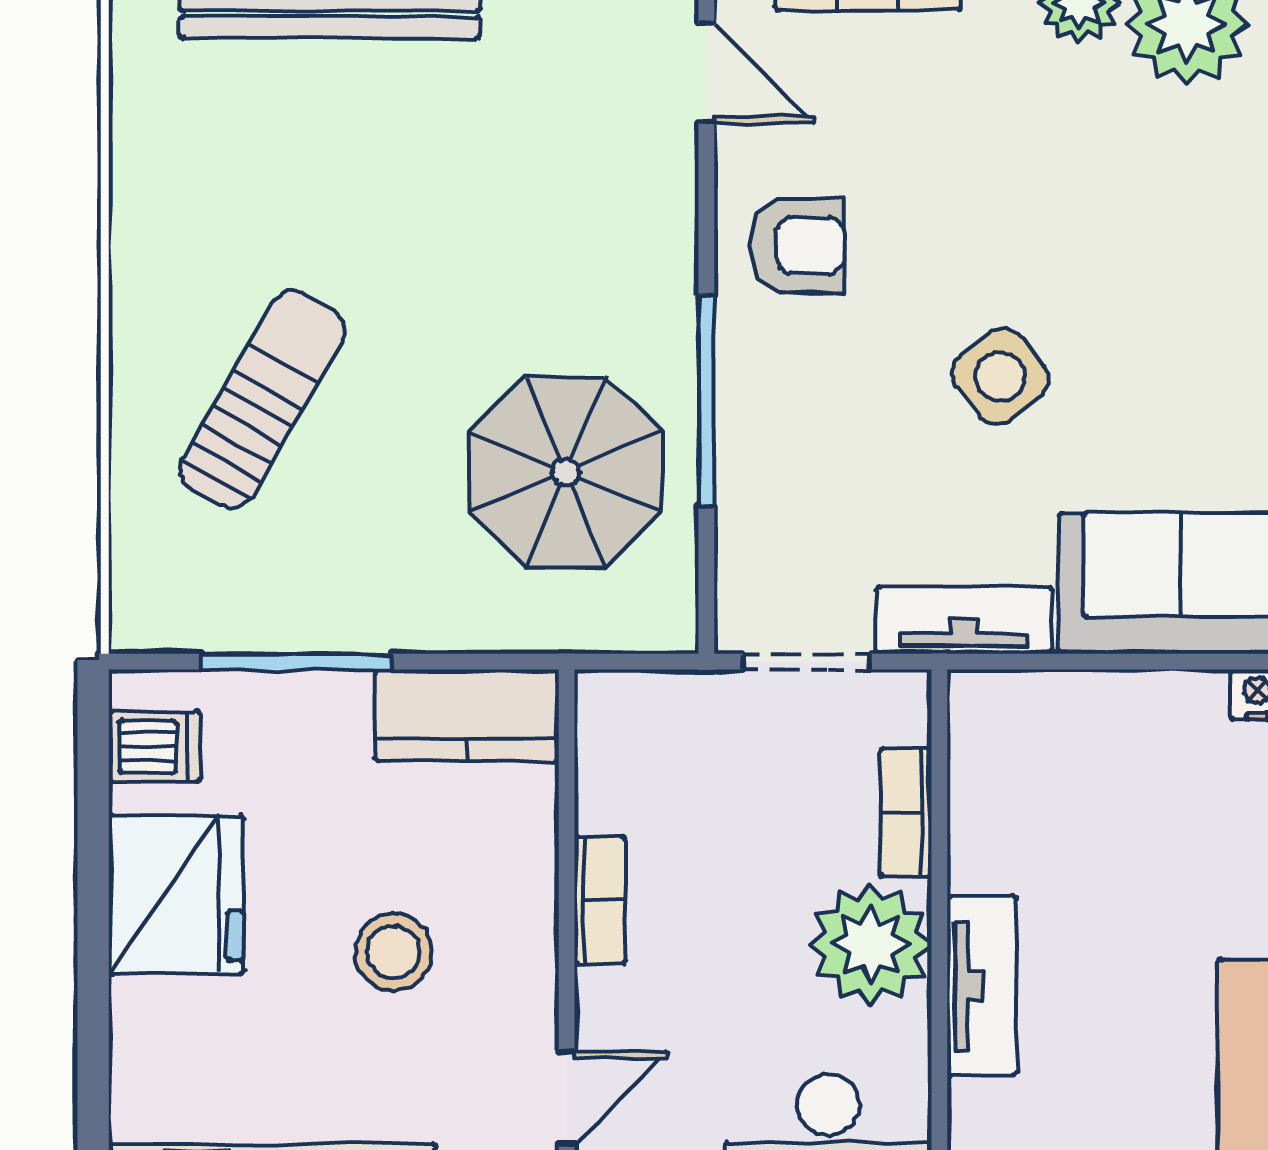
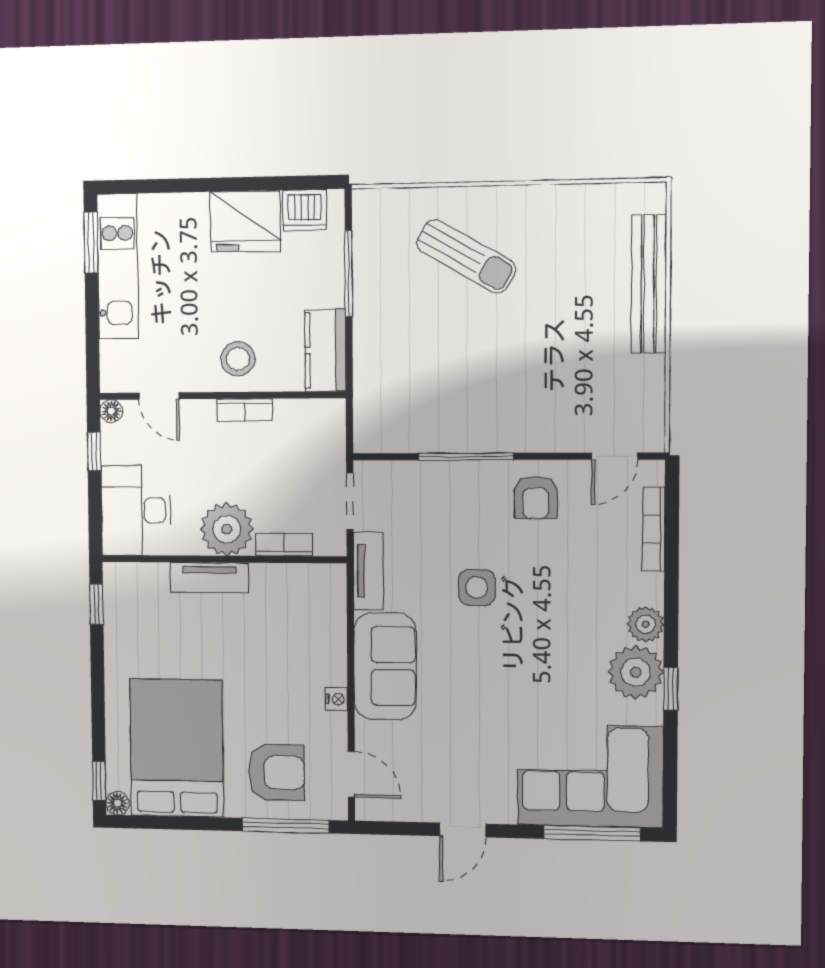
side table: (1000, 376) -> (477, 587), turned 38
parasol: (566, 472) -> (434, 394), removed
dishwasher: (154, 747) -> (305, 210), width x1.38
stool: (393, 952) -> (238, 359), moved

